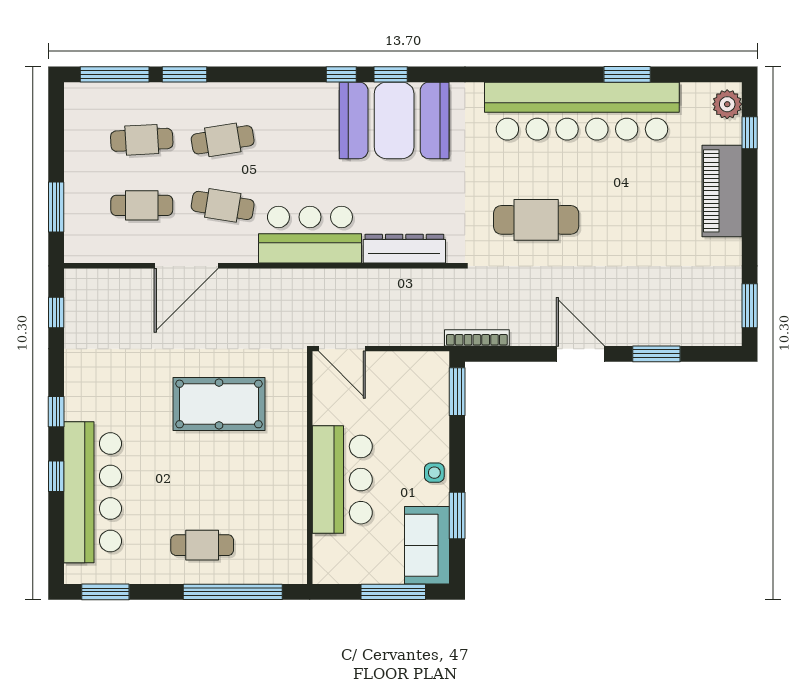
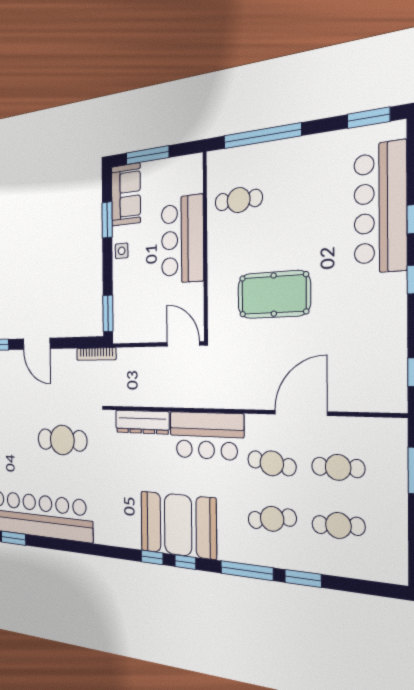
window: (115, 74) -> (247, 571), moved
booth: (394, 120) -> (178, 525), moved
cafe table: (202, 545) -> (239, 200), moved

